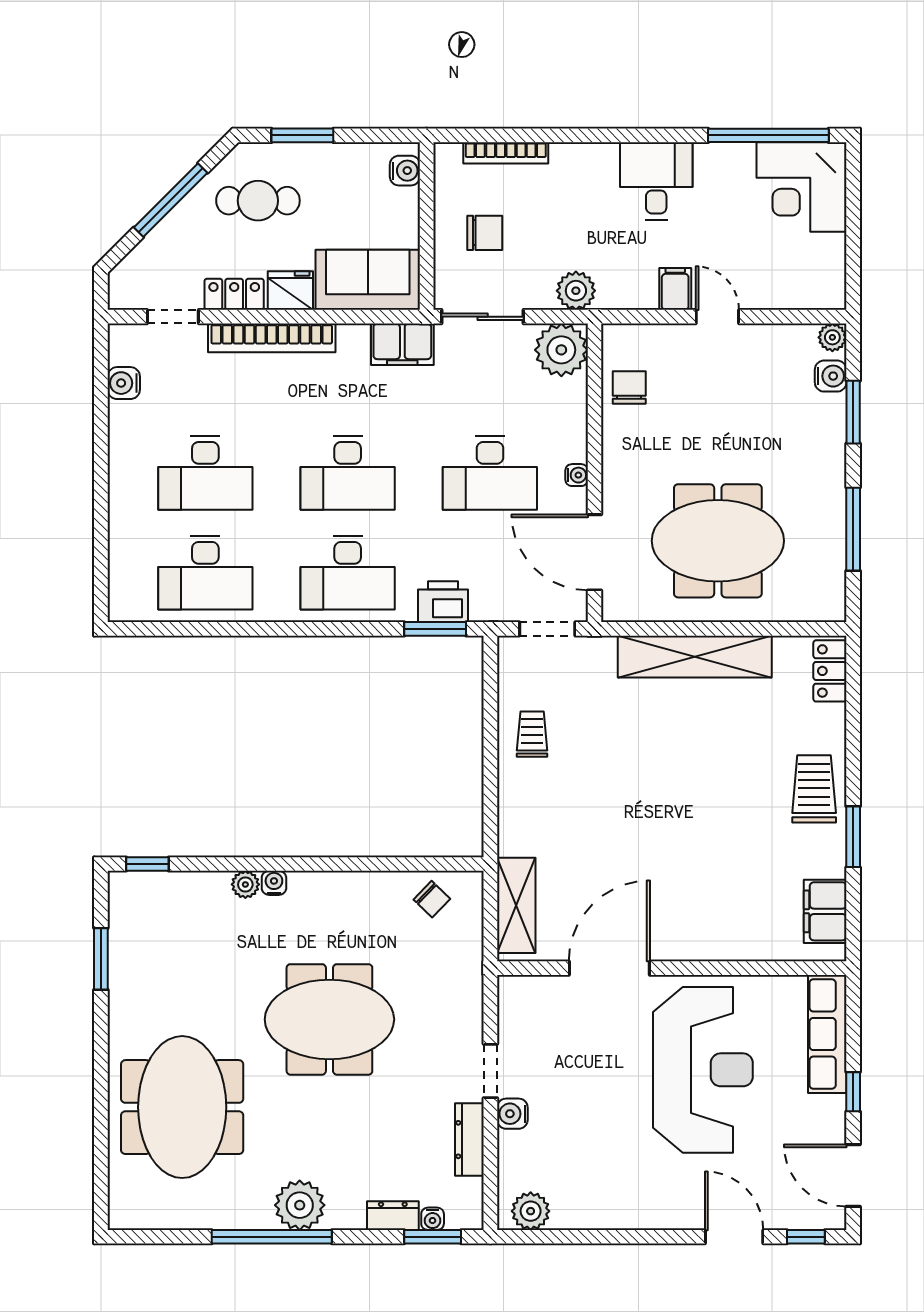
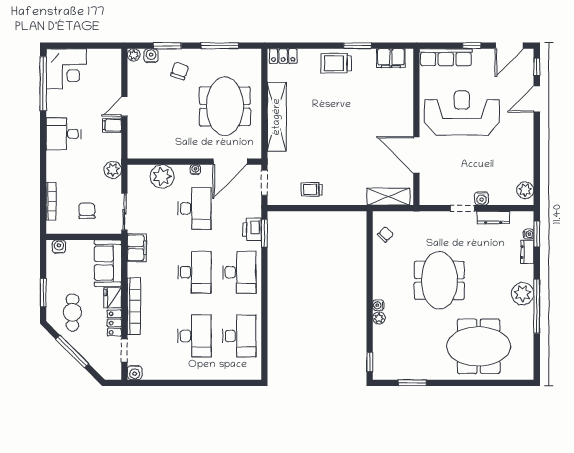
plant: (561, 350) -> (162, 176), moved
water cooler: (124, 383) -> (135, 373), moved
chair: (629, 387) -> (180, 71), moved, turned 110

